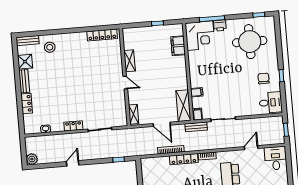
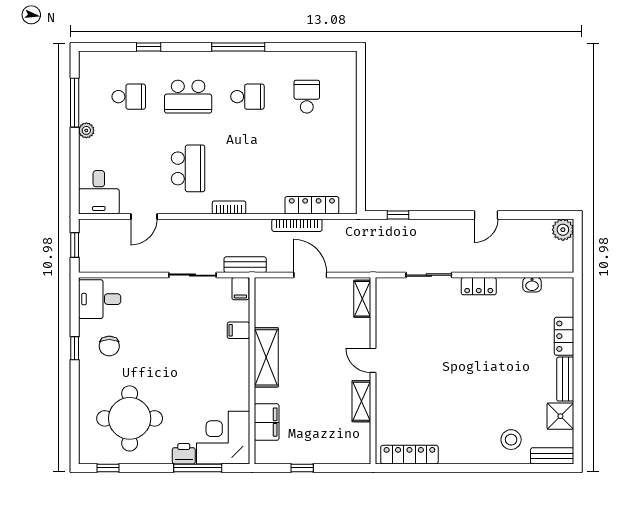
shelving: (183, 106) -> (266, 357), moved
locker: (184, 159) -> (312, 205), moved

